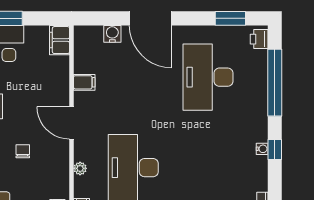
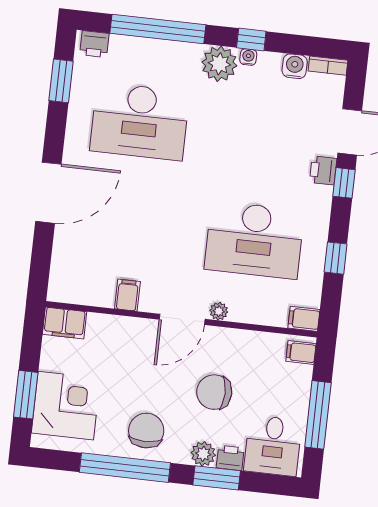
water cooler: (112, 34) -> (295, 66), moved, turned 90
plant: (255, 129) -> (219, 64), added
chair: (23, 151) -> (214, 392), width x1.87, depth x1.87
plant: (80, 168) -> (219, 311), moved

